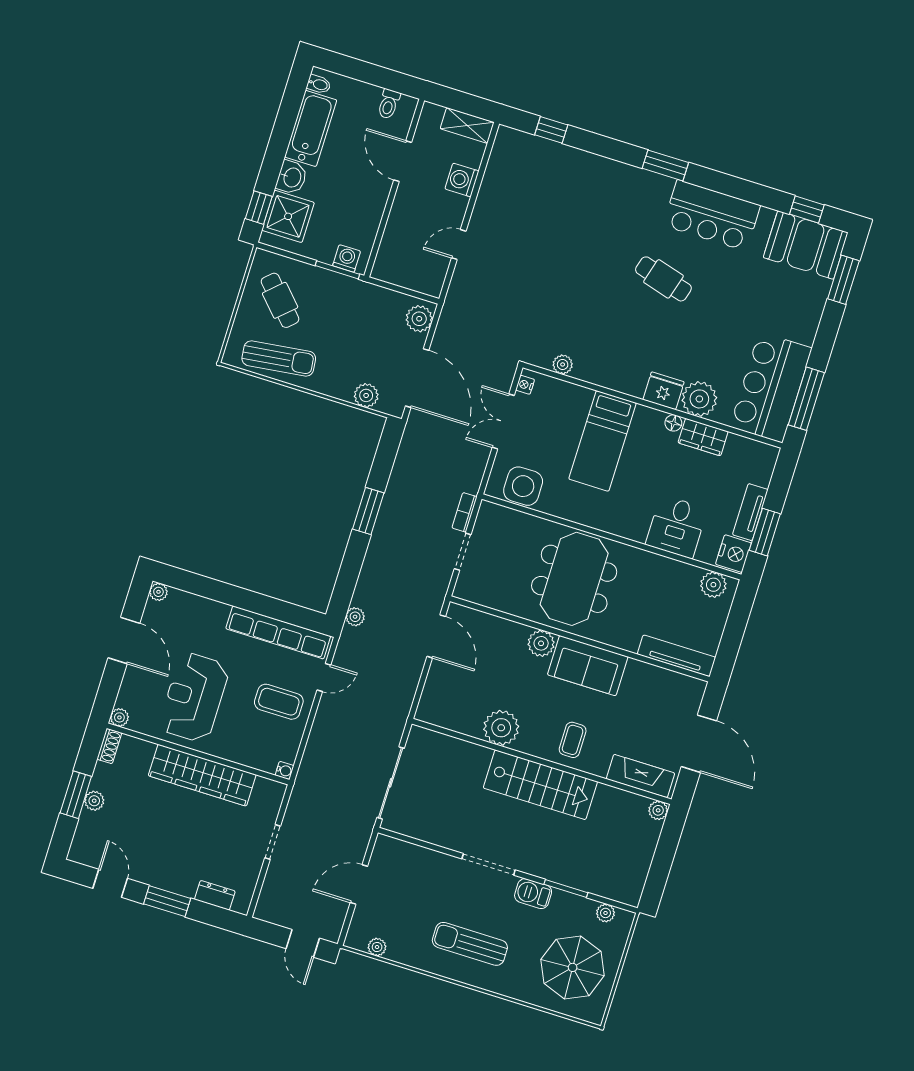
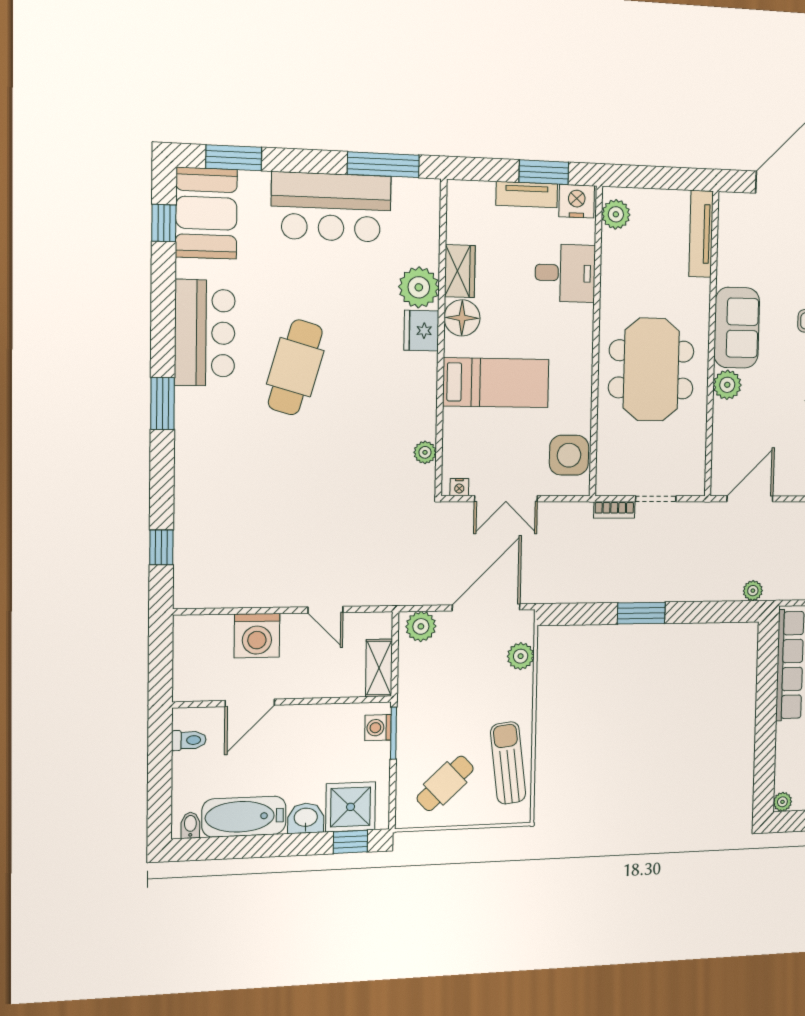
shelving: (467, 125) -> (379, 668), moved
washing machine: (462, 180) -> (257, 636), width x1.37, depth x1.37
cafe table: (663, 279) -> (295, 367), width x1.37, depth x1.35
bar counter: (771, 387) -> (331, 207), moved
floor lamp: (673, 423) -> (462, 318), width x1.89, depth x1.89
meeting table: (574, 579) -> (651, 369), turned 90

